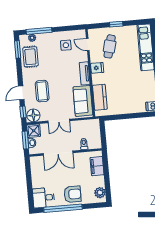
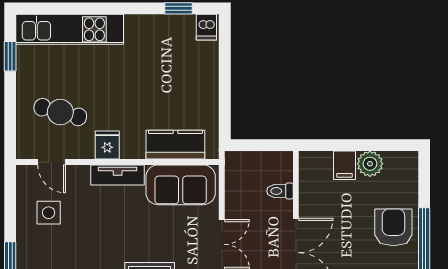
window: (116, 24) -> (10, 56), moved
door: (88, 45) -> (52, 162), hinge flipped
filing cabinet: (97, 166) -> (345, 165), width x0.50
plant: (100, 193) -> (370, 164), moved

